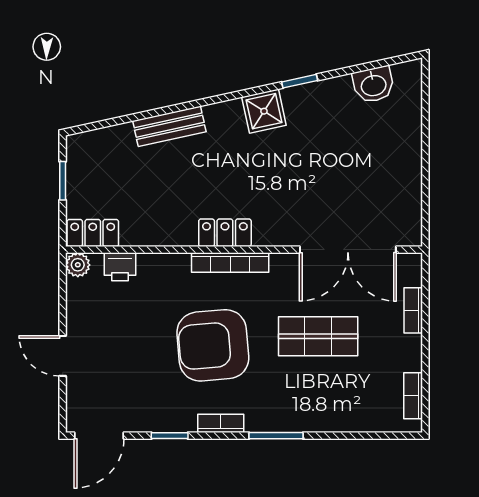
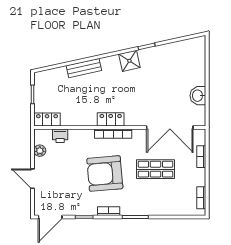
washbasin: (373, 85) -> (198, 96), moved, turned 102
plant: (78, 265) -> (40, 151), moved

